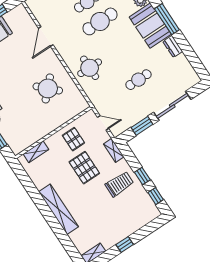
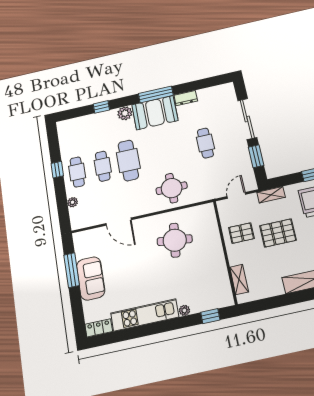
round table: (48, 88) -> (175, 240), turned -37

